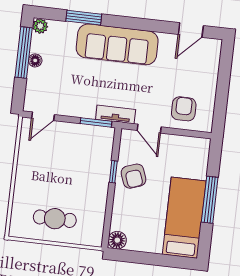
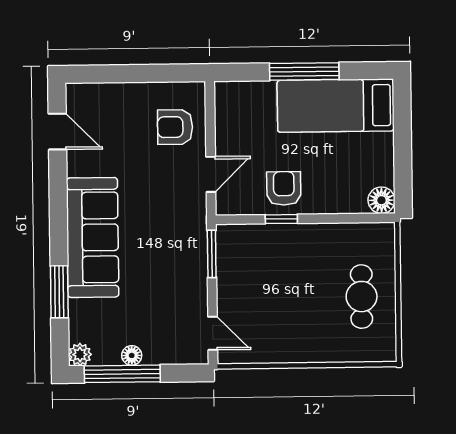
tv unit: (116, 114) -> (196, 227), removed
armchair: (134, 176) -> (284, 188), turned -70

